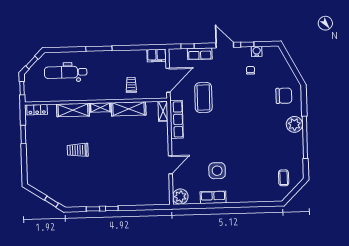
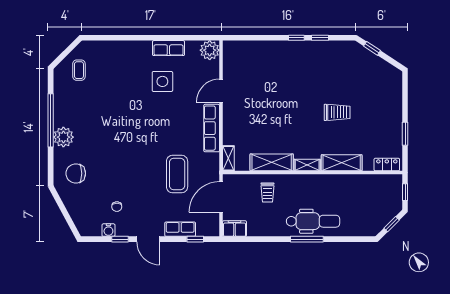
dental chair: (66, 72) -> (313, 221), moved
row of seats: (177, 119) -> (212, 128), moved

